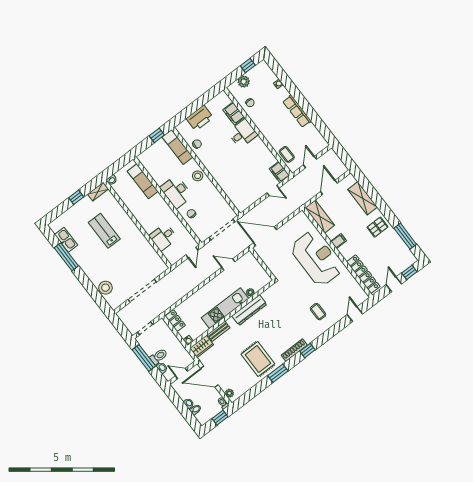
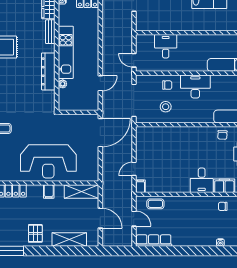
row of seats: (297, 111) -> (154, 241), moved
filing cabinet: (279, 172) -> (140, 186), width x0.50
stool: (198, 176) -> (166, 107), moved

